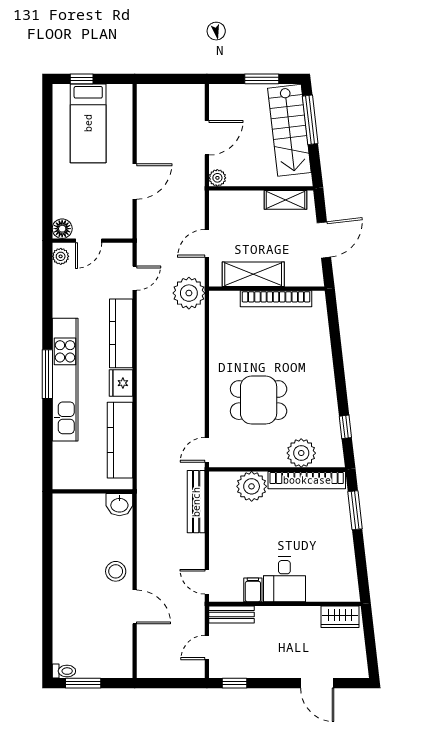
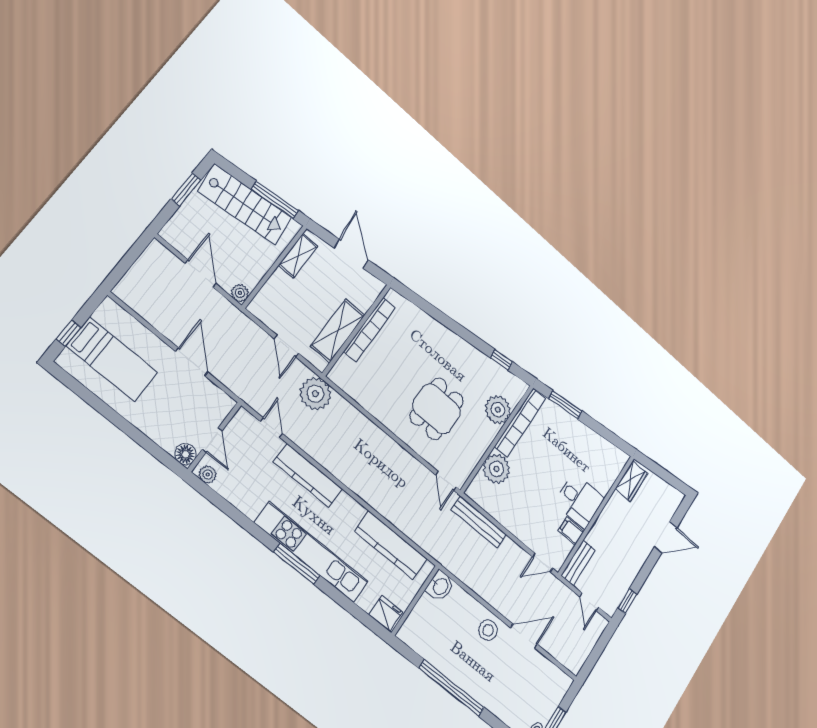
window: (310, 120) -> (275, 200), moved
fridge: (121, 383) -> (386, 613), moved, turned 180
window: (47, 572) -> (452, 688), added

